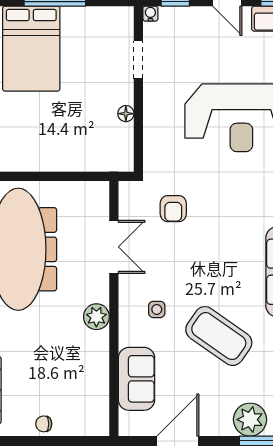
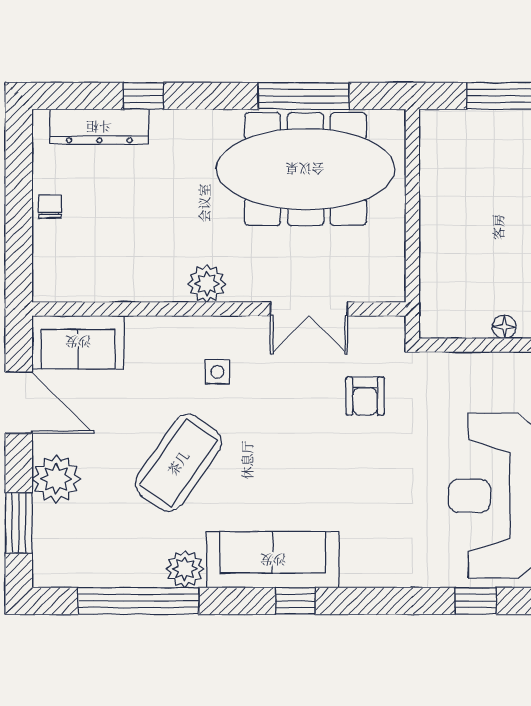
armchair: (173, 209) -> (365, 396), turned -90
sofa: (137, 379) -> (78, 342), moved
plant: (250, 420) -> (56, 479), moved

